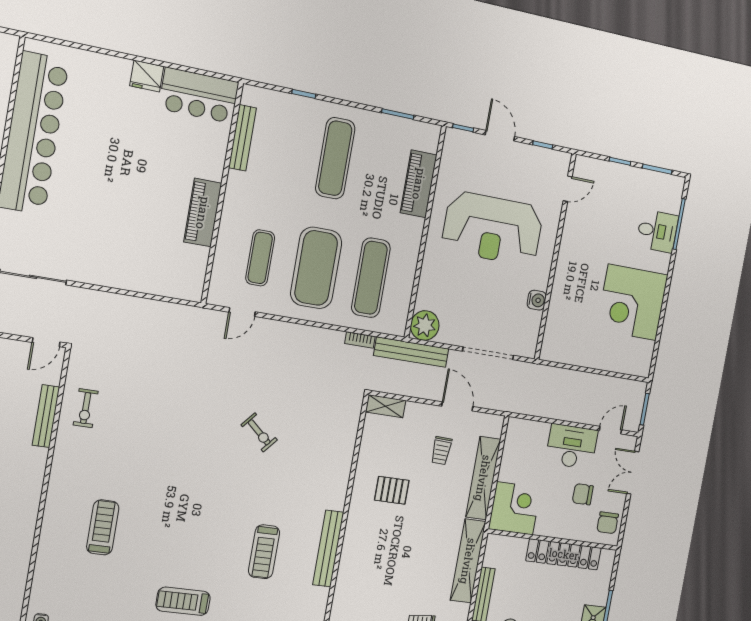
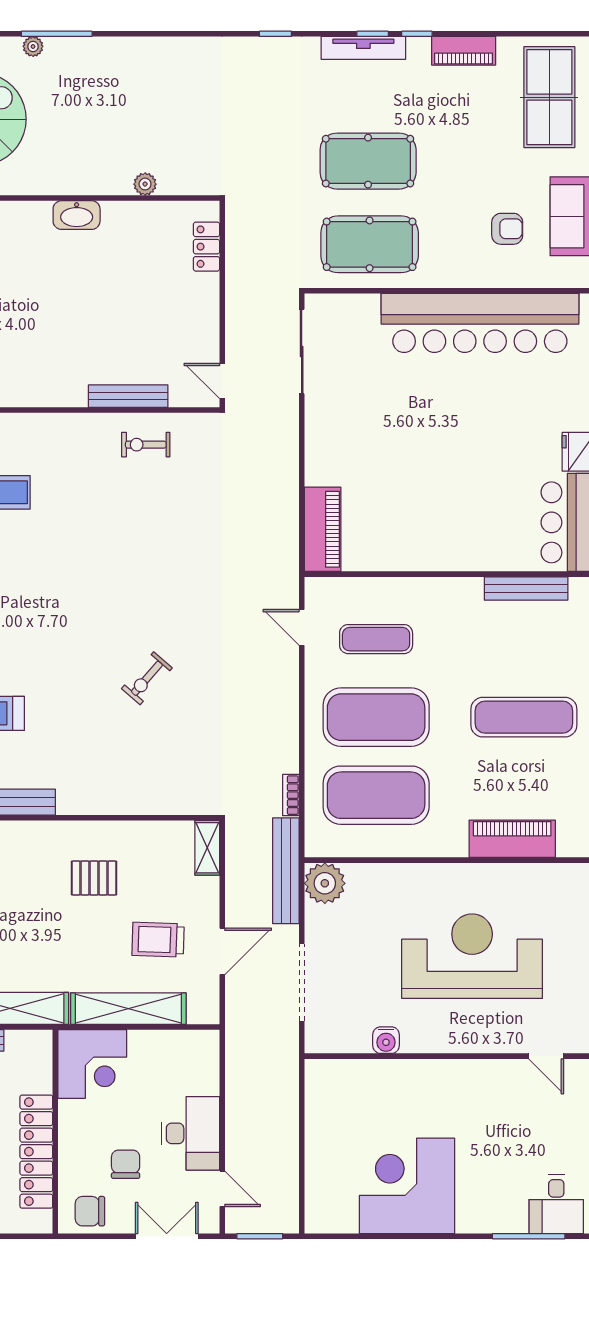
piano: (203, 213) -> (323, 529), moved, turned 90
reception desk: (493, 229) -> (472, 956), turned 90
desk: (657, 231) -> (556, 1204), moved
exercise mat: (371, 278) -> (376, 795), width x1.47
trolley: (441, 451) -> (158, 940), width x1.36, depth x1.39
pallet: (392, 490) -> (94, 878), turned 90

